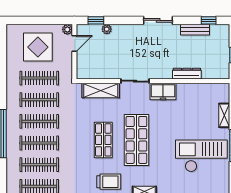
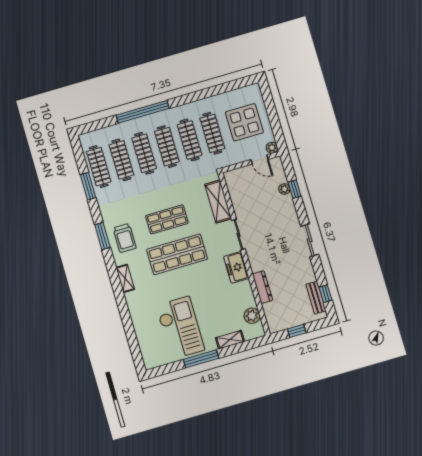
window: (96, 20) -> (295, 189), moved
bench: (195, 30) -> (316, 298), moved
plant: (209, 90) -> (252, 316), added

